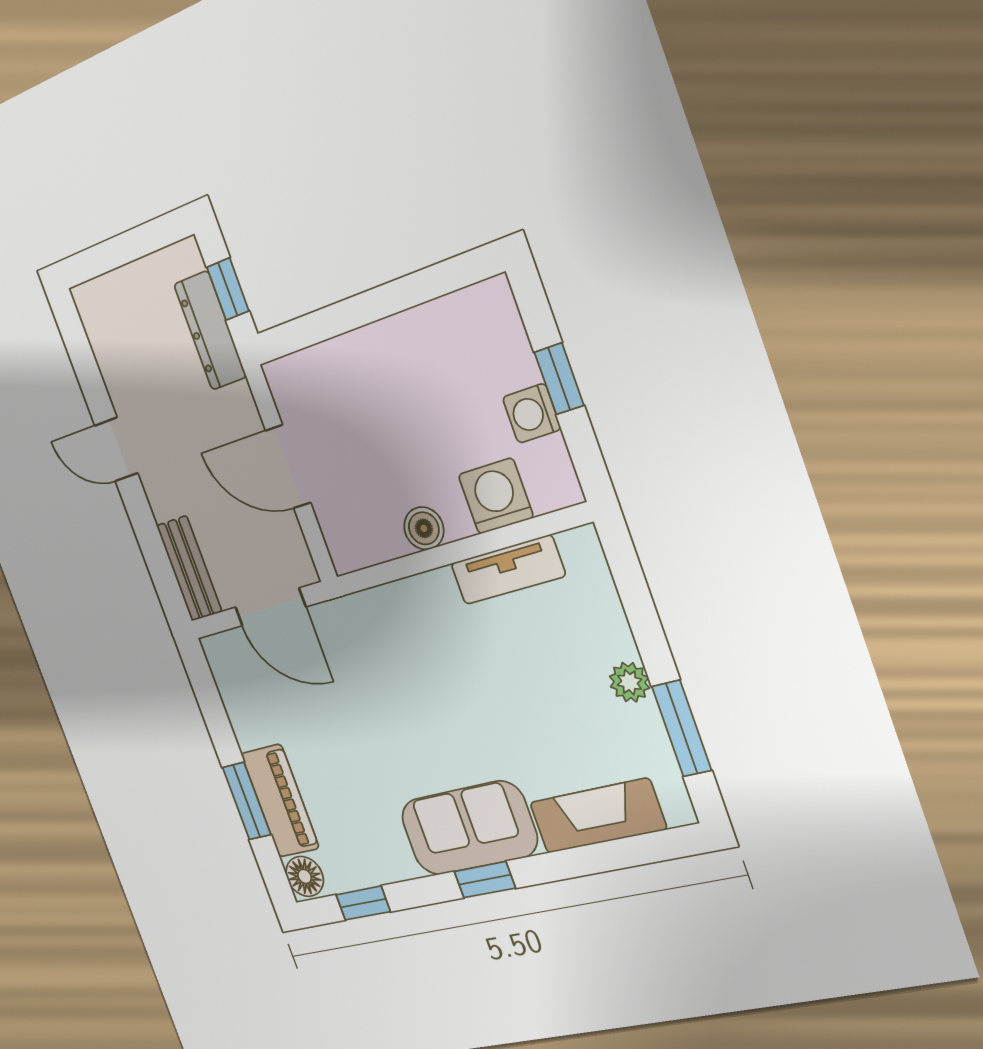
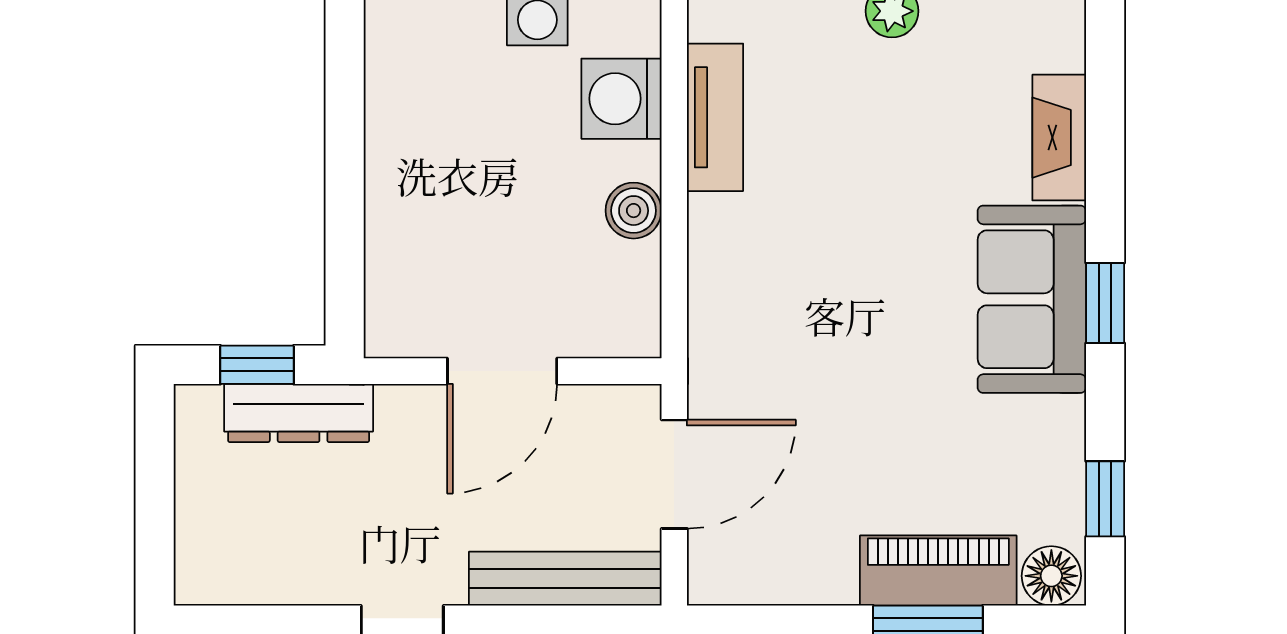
bench: (189, 569) -> (565, 579), width x1.36
fireplace: (598, 816) -> (1059, 138), width x0.73, depth x0.76

